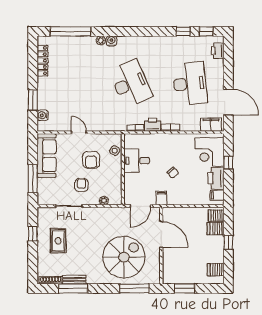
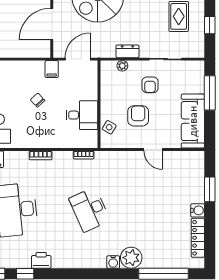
plant: (101, 40) -> (131, 258), width x1.87, depth x1.87
desk: (131, 84) -> (90, 210), width x0.73, depth x0.77
water cooler: (43, 115) -> (198, 210), moved
printer: (153, 125) -> (41, 260), moved, turned 180
dresser: (100, 212) -> (127, 51), added
door: (161, 235) -> (52, 24), hinge flipped

